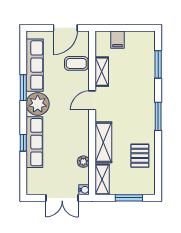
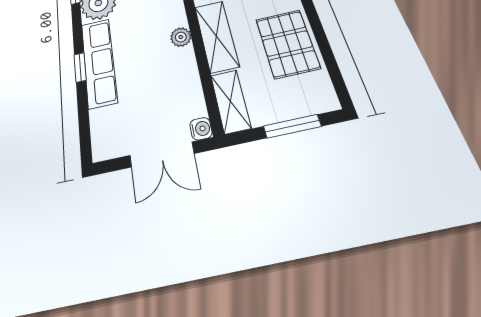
pallet: (140, 156) -> (287, 43), width x1.50, depth x1.42
plant: (83, 162) -> (181, 37), moved

